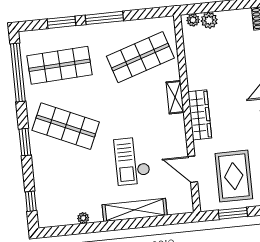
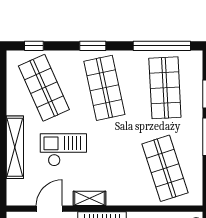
shelving: (175, 97) -> (90, 198), moved
shop shelf: (66, 126) -> (104, 88), turned -36
shop shelf: (72, 187) -> (44, 88), added
plant: (83, 218) -> (12, 96), removed

